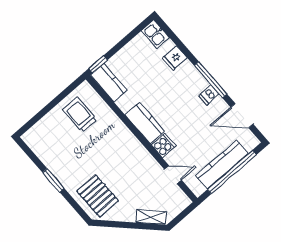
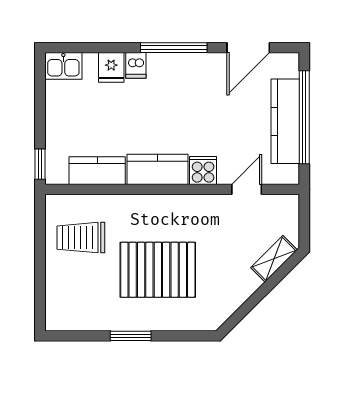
kitchen counter: (109, 83) -> (97, 171), moved
dishwasher: (209, 95) -> (136, 65), moved
pallet: (98, 196) -> (158, 270), moved, width x1.37, depth x1.41

